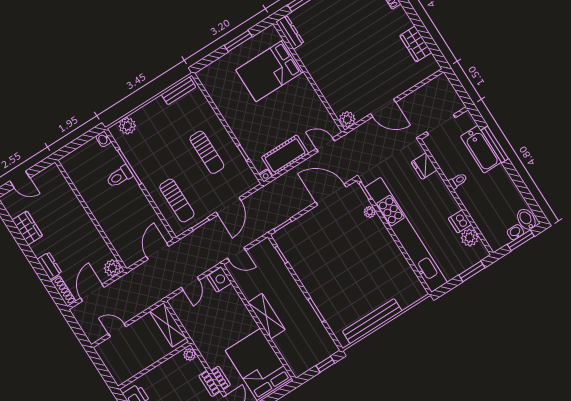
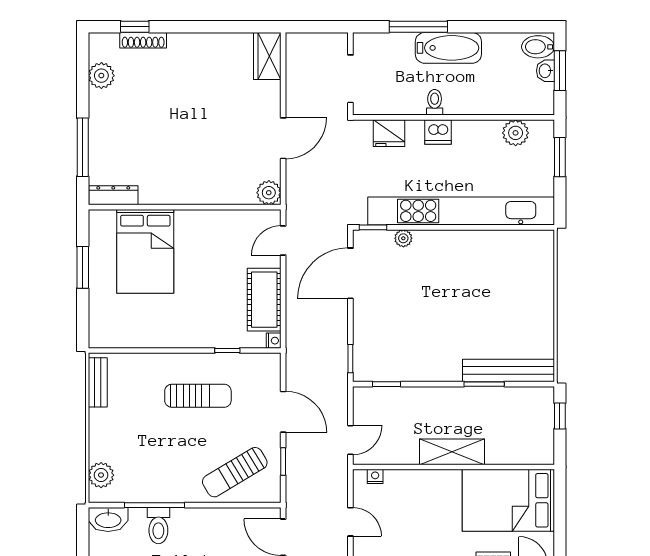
wardrobe: (416, 44) -> (267, 56), moved, turned 90
washbasin: (103, 139) -> (108, 519), width x1.91, depth x1.45
bathtub: (481, 149) -> (448, 48), moved
sun lounger: (177, 201) -> (235, 472), turned 149
dishwasher: (460, 221) -> (438, 132), moved
nightstand: (219, 280) -> (375, 476), width x0.53, depth x0.56
bench: (372, 321) -> (509, 370), moved, turned 90

